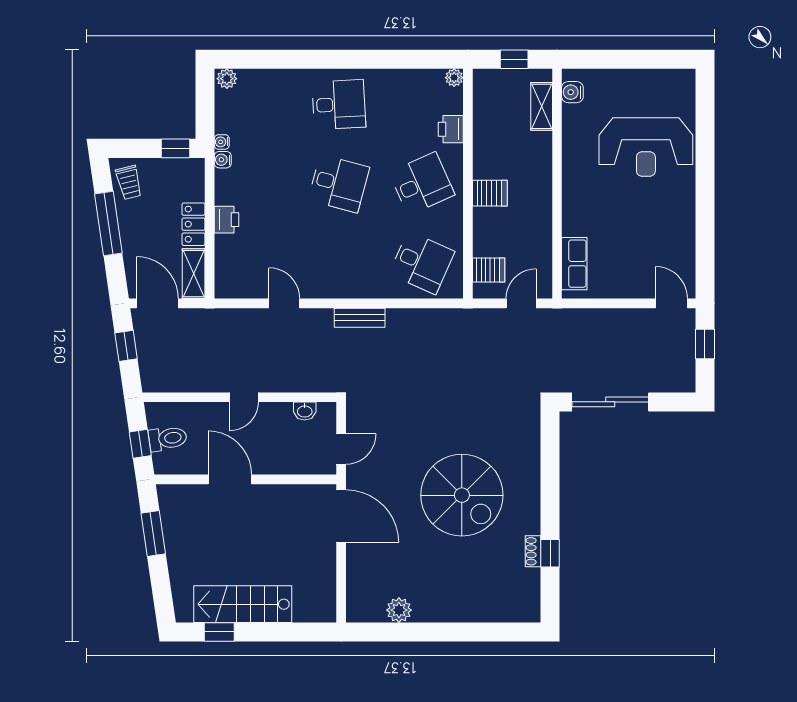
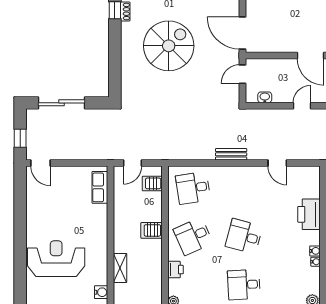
shelving: (542, 106) -> (120, 268), moved
printer: (227, 220) -> (309, 214), width x1.87, depth x1.48
desk: (422, 263) -> (193, 188), turned -33
sliding door: (610, 402) -> (61, 103), moved
spiral stairs: (462, 495) -> (169, 46), turned 90

